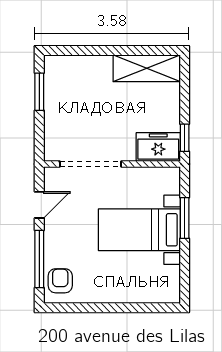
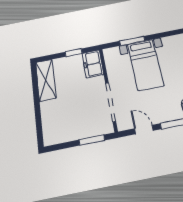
window: (39, 92) -> (92, 140), moved
window: (185, 138) -> (74, 53), moved

